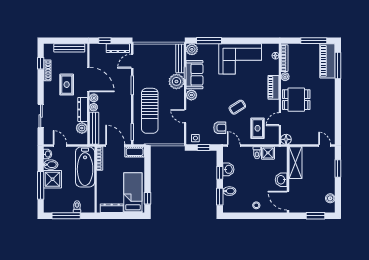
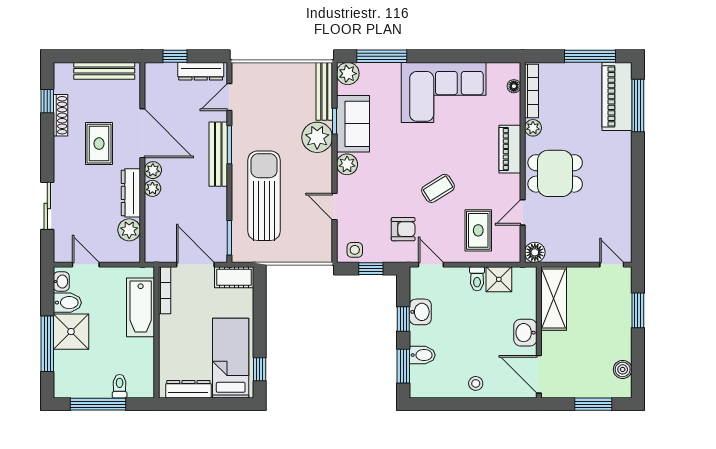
sun lounger: (150, 111) -> (264, 196), turned 180
bench: (94, 128) -> (218, 154), moved
bathtub: (85, 167) -> (141, 307), width x0.73, depth x0.73

